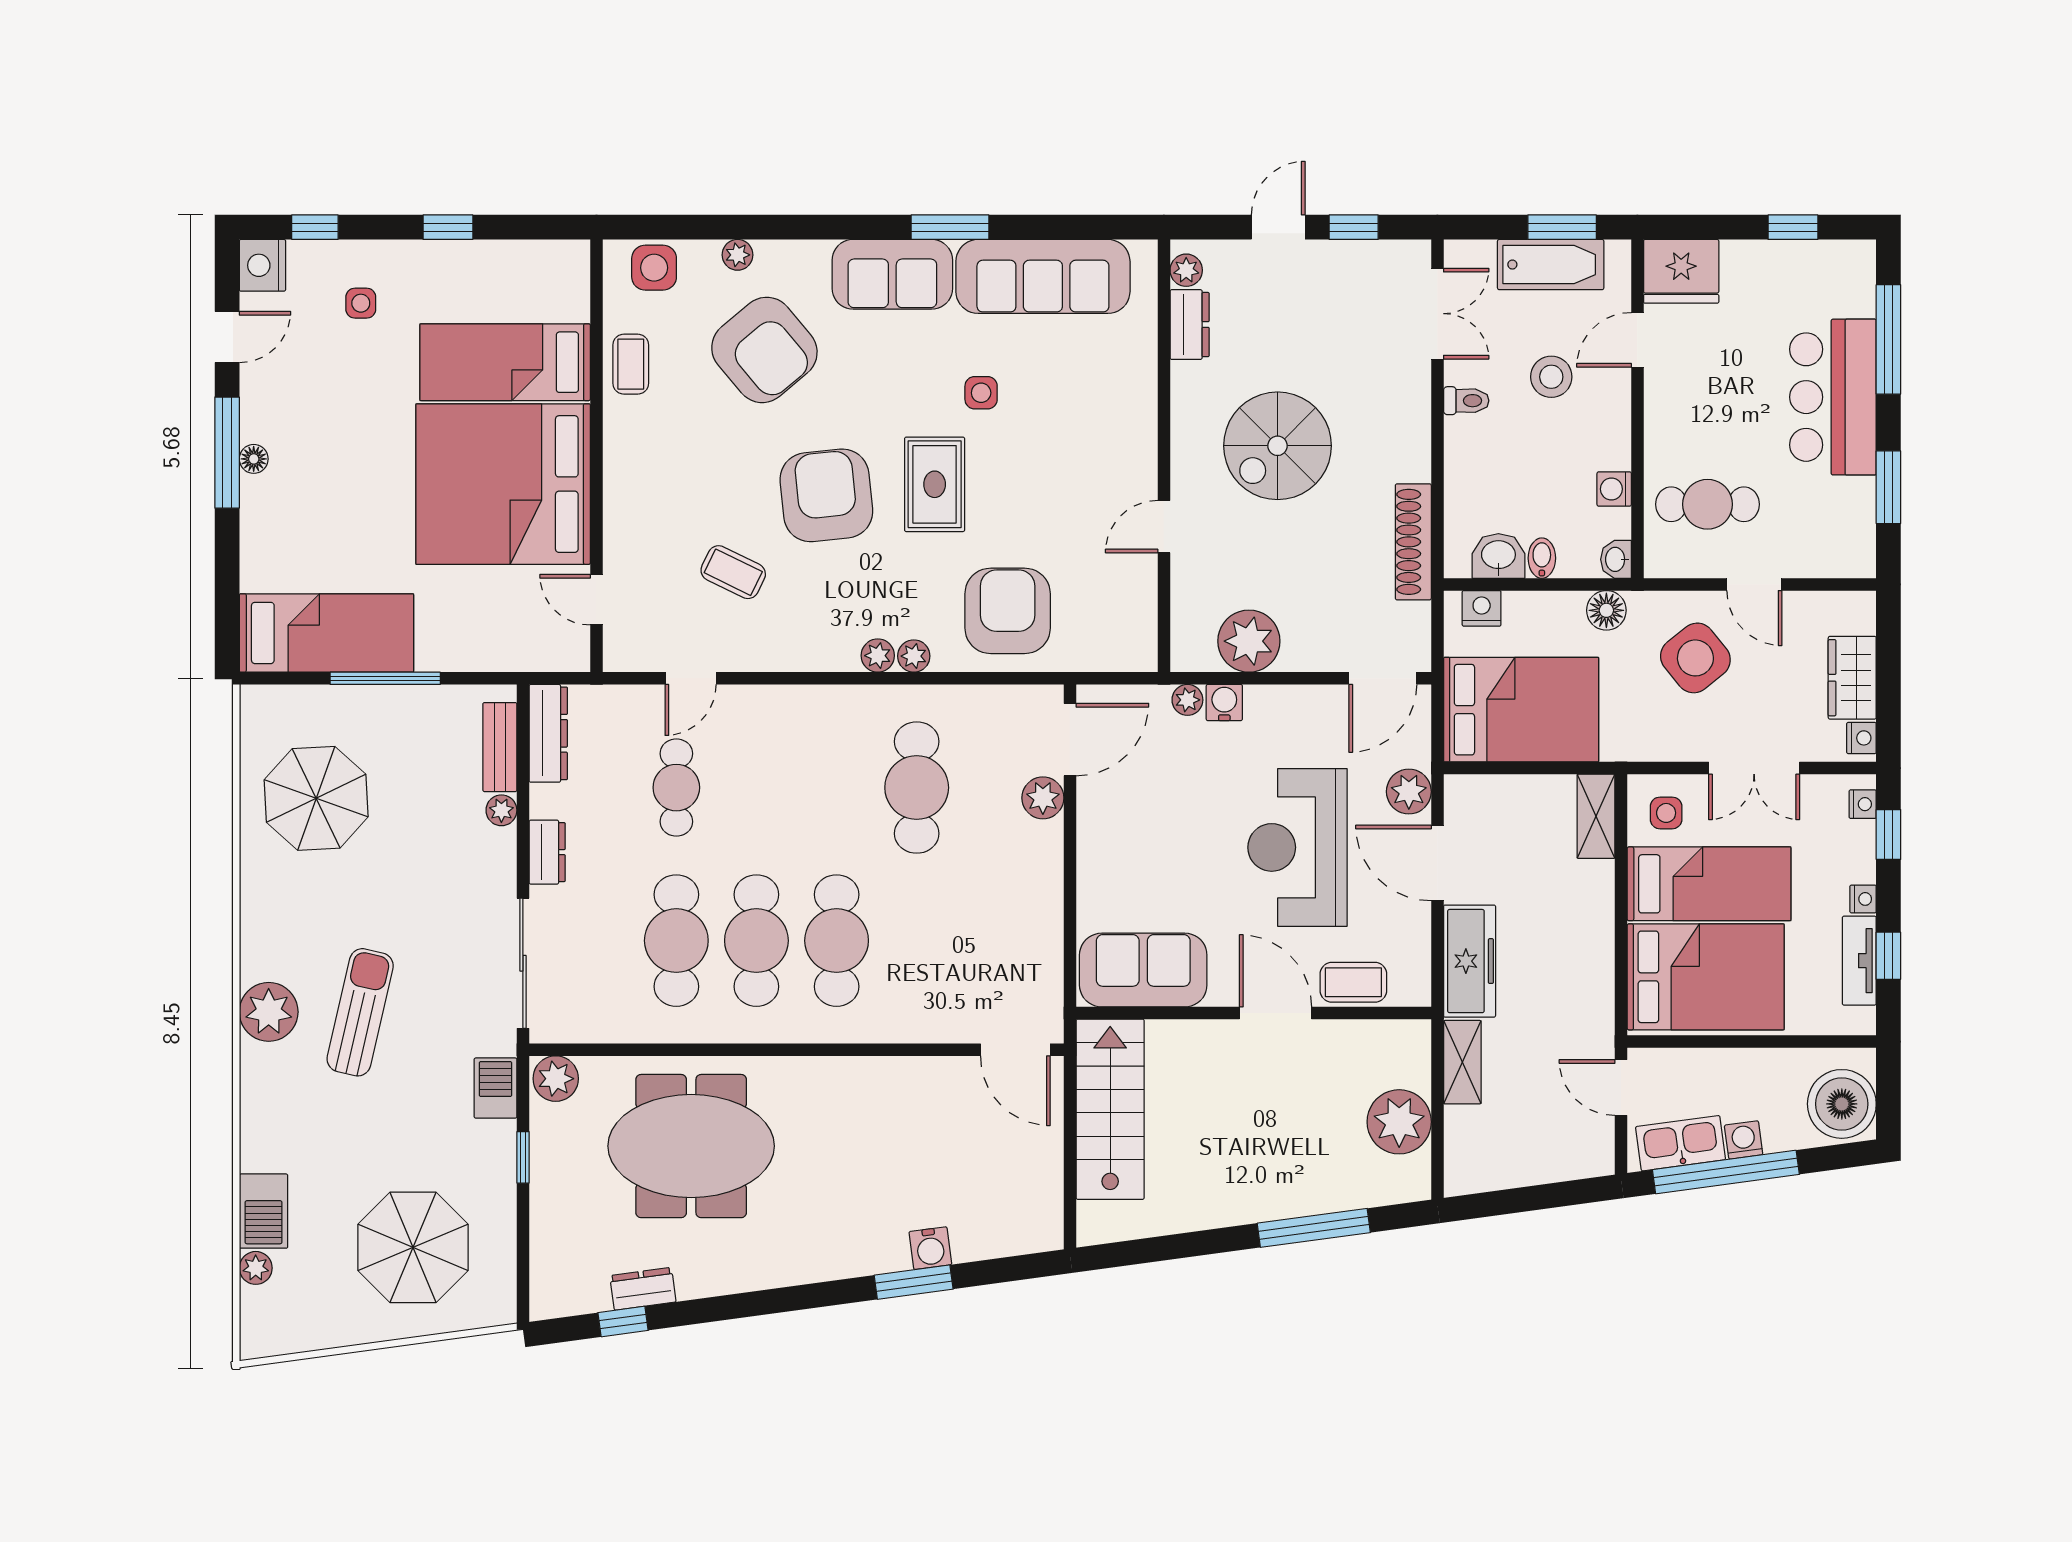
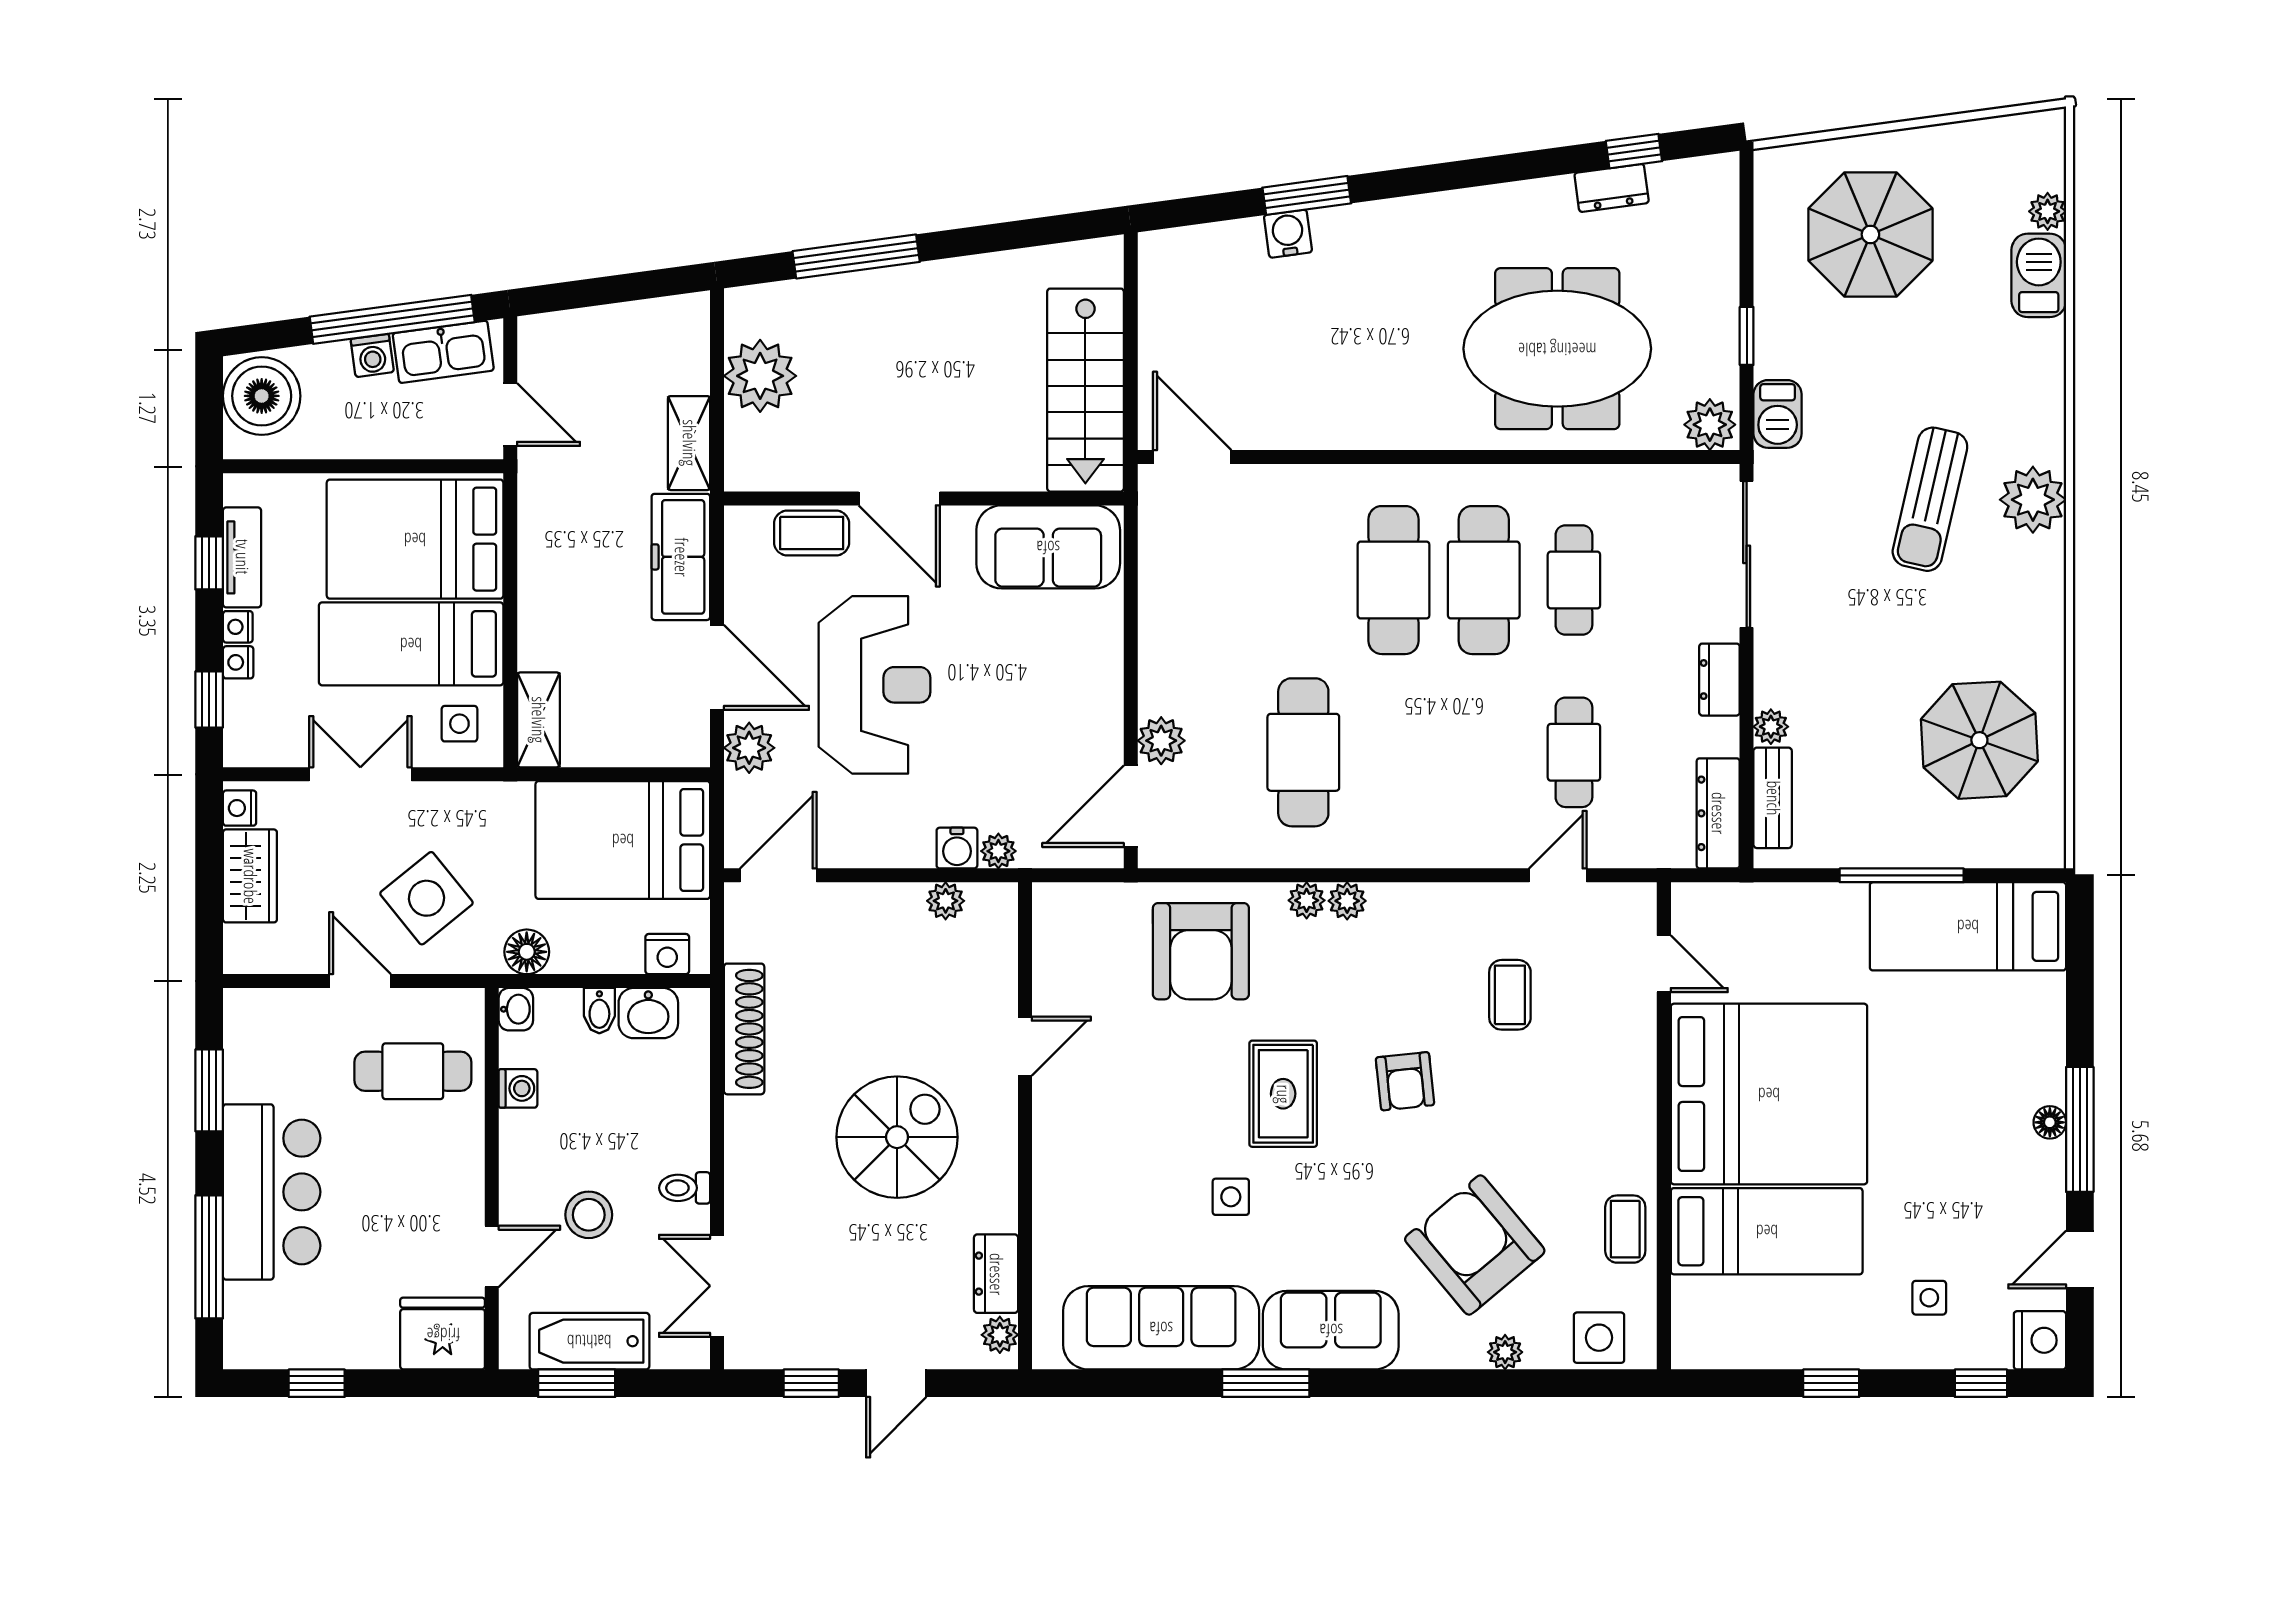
armchair: (826, 495) -> (1405, 1081), width x0.53, depth x0.53
coffee table: (733, 572) -> (1510, 995), turned 64
plant: (1249, 641) -> (946, 901), width x0.53, depth x0.53
nightstand: (1863, 804) -> (238, 662), moved
cafe table: (676, 941) -> (1574, 580), width x0.73, depth x0.74

